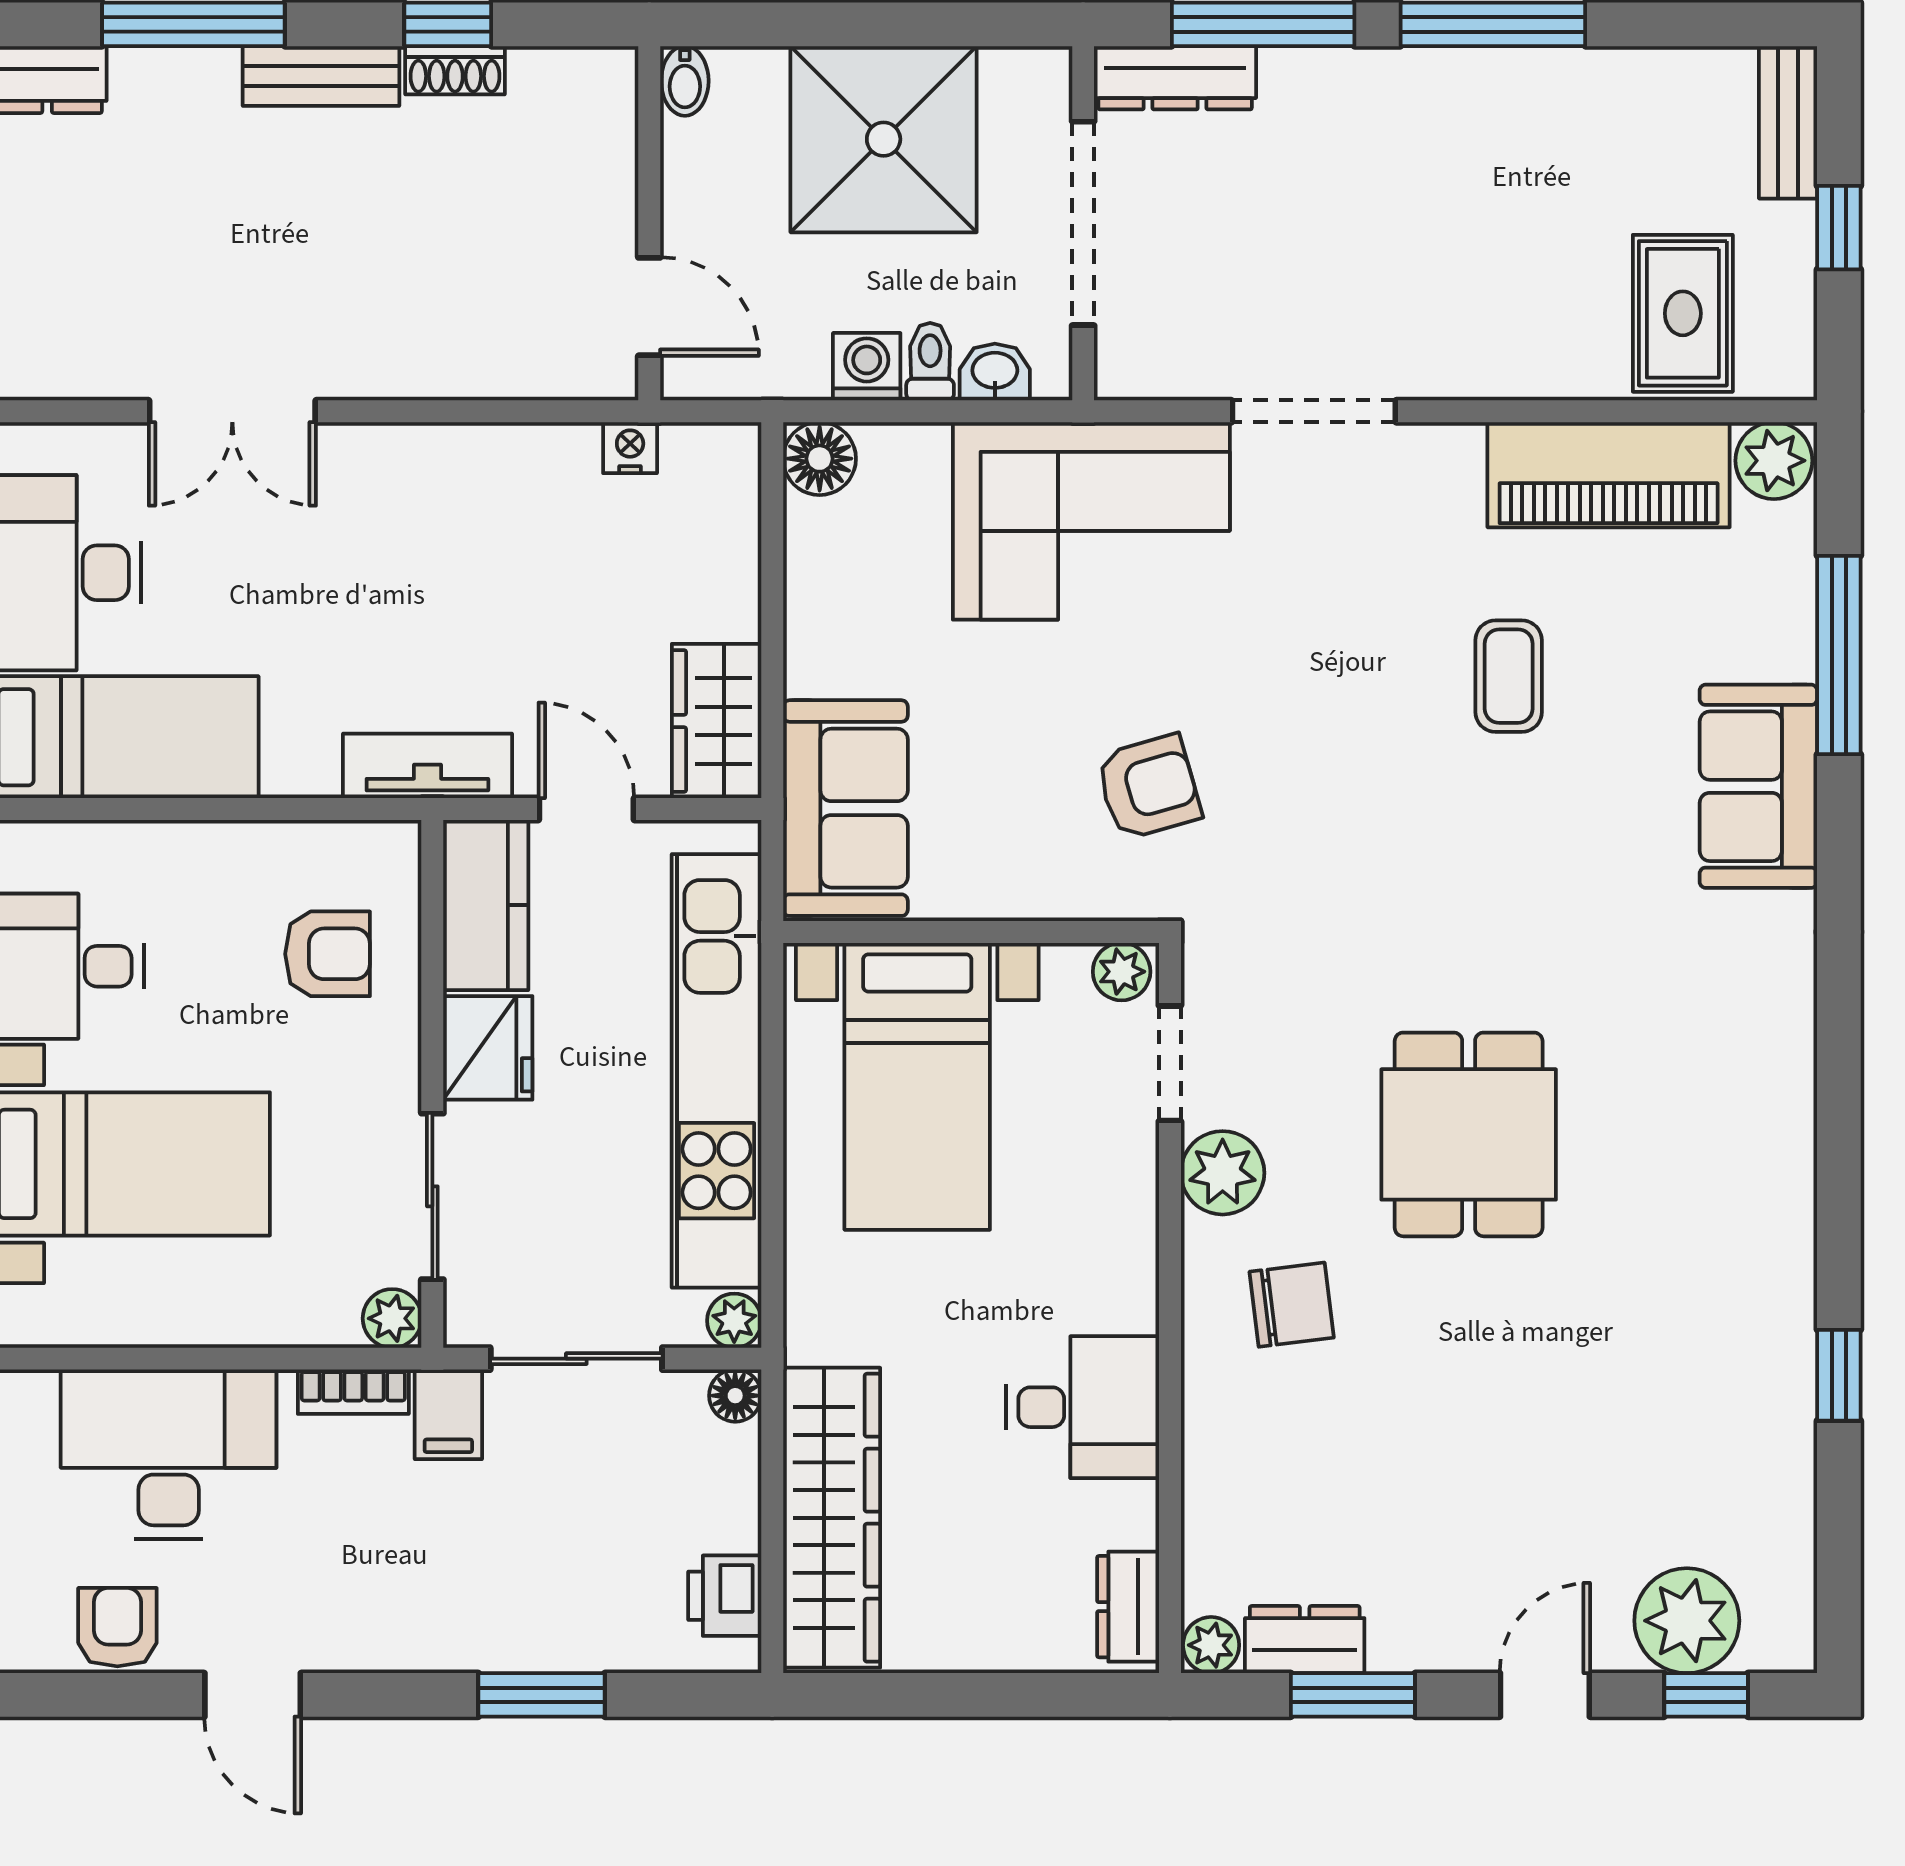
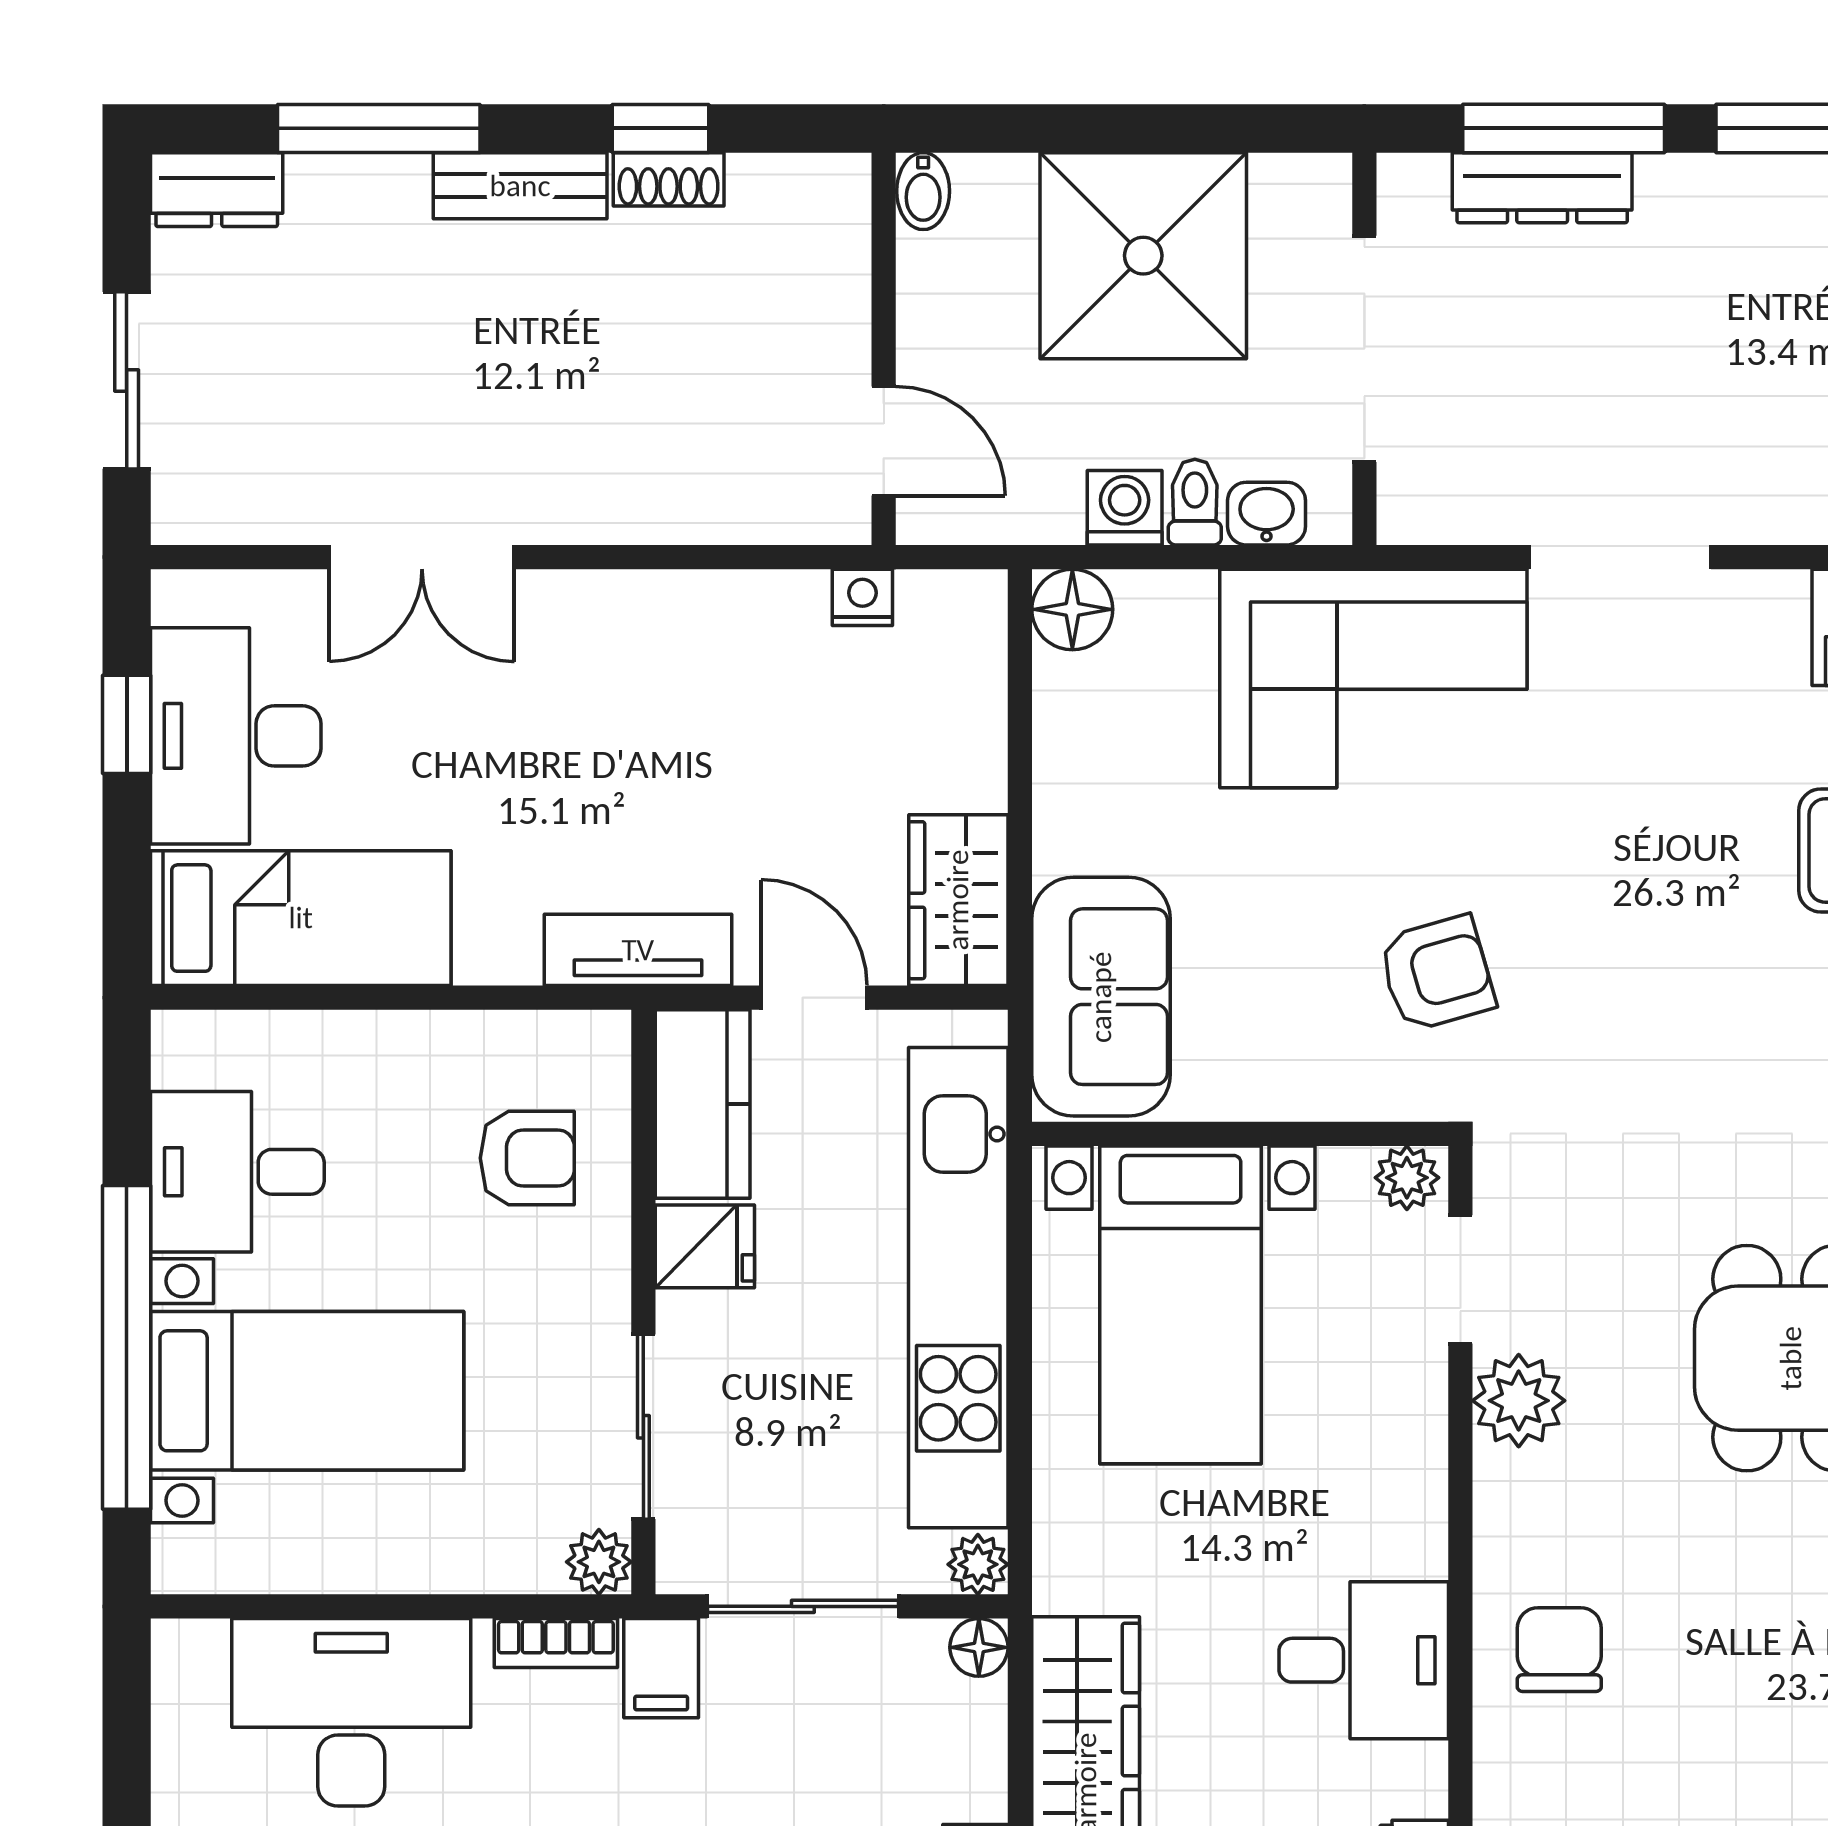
dresser: (1175, 78) -> (1542, 188), moved
fridge: (488, 1048) -> (705, 1246), width x0.72
chair: (1292, 1305) -> (1559, 1650), moved, turned -83

